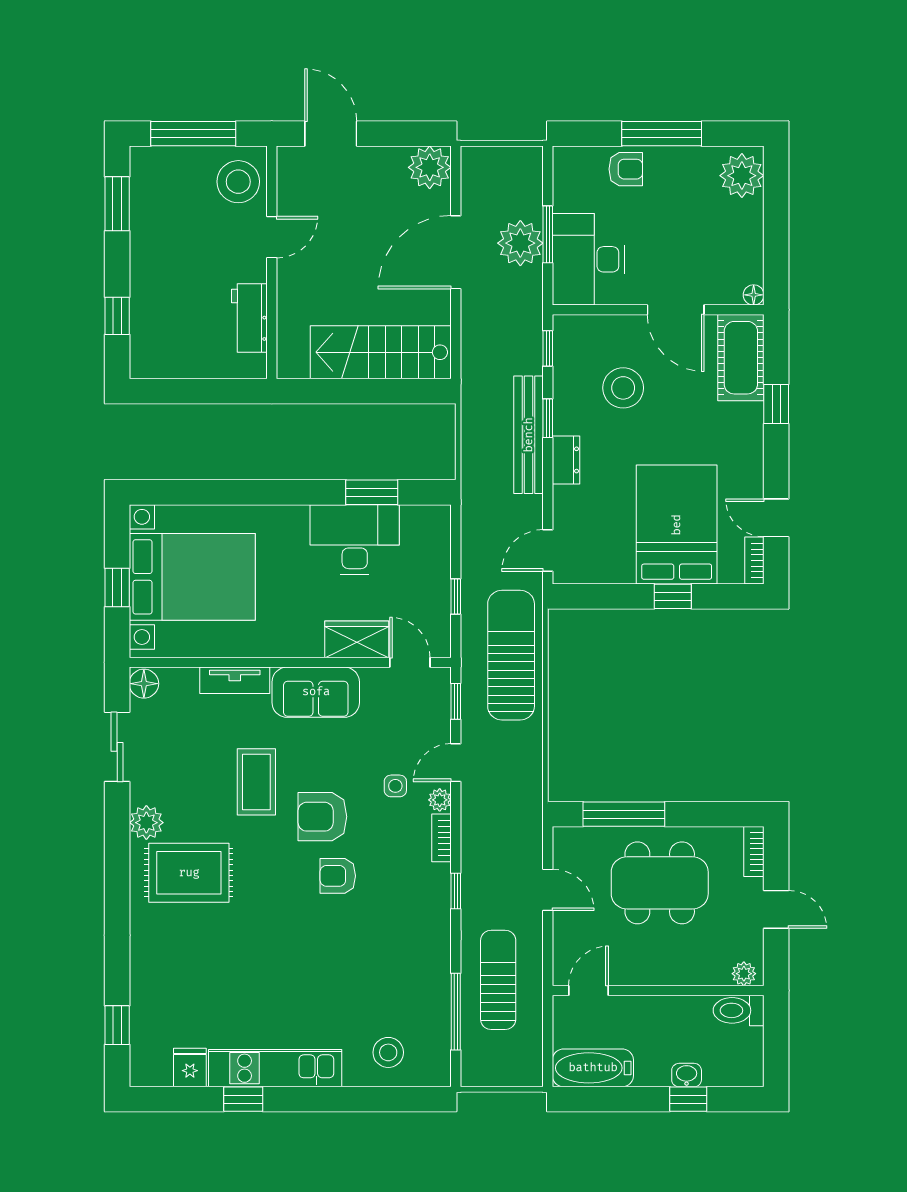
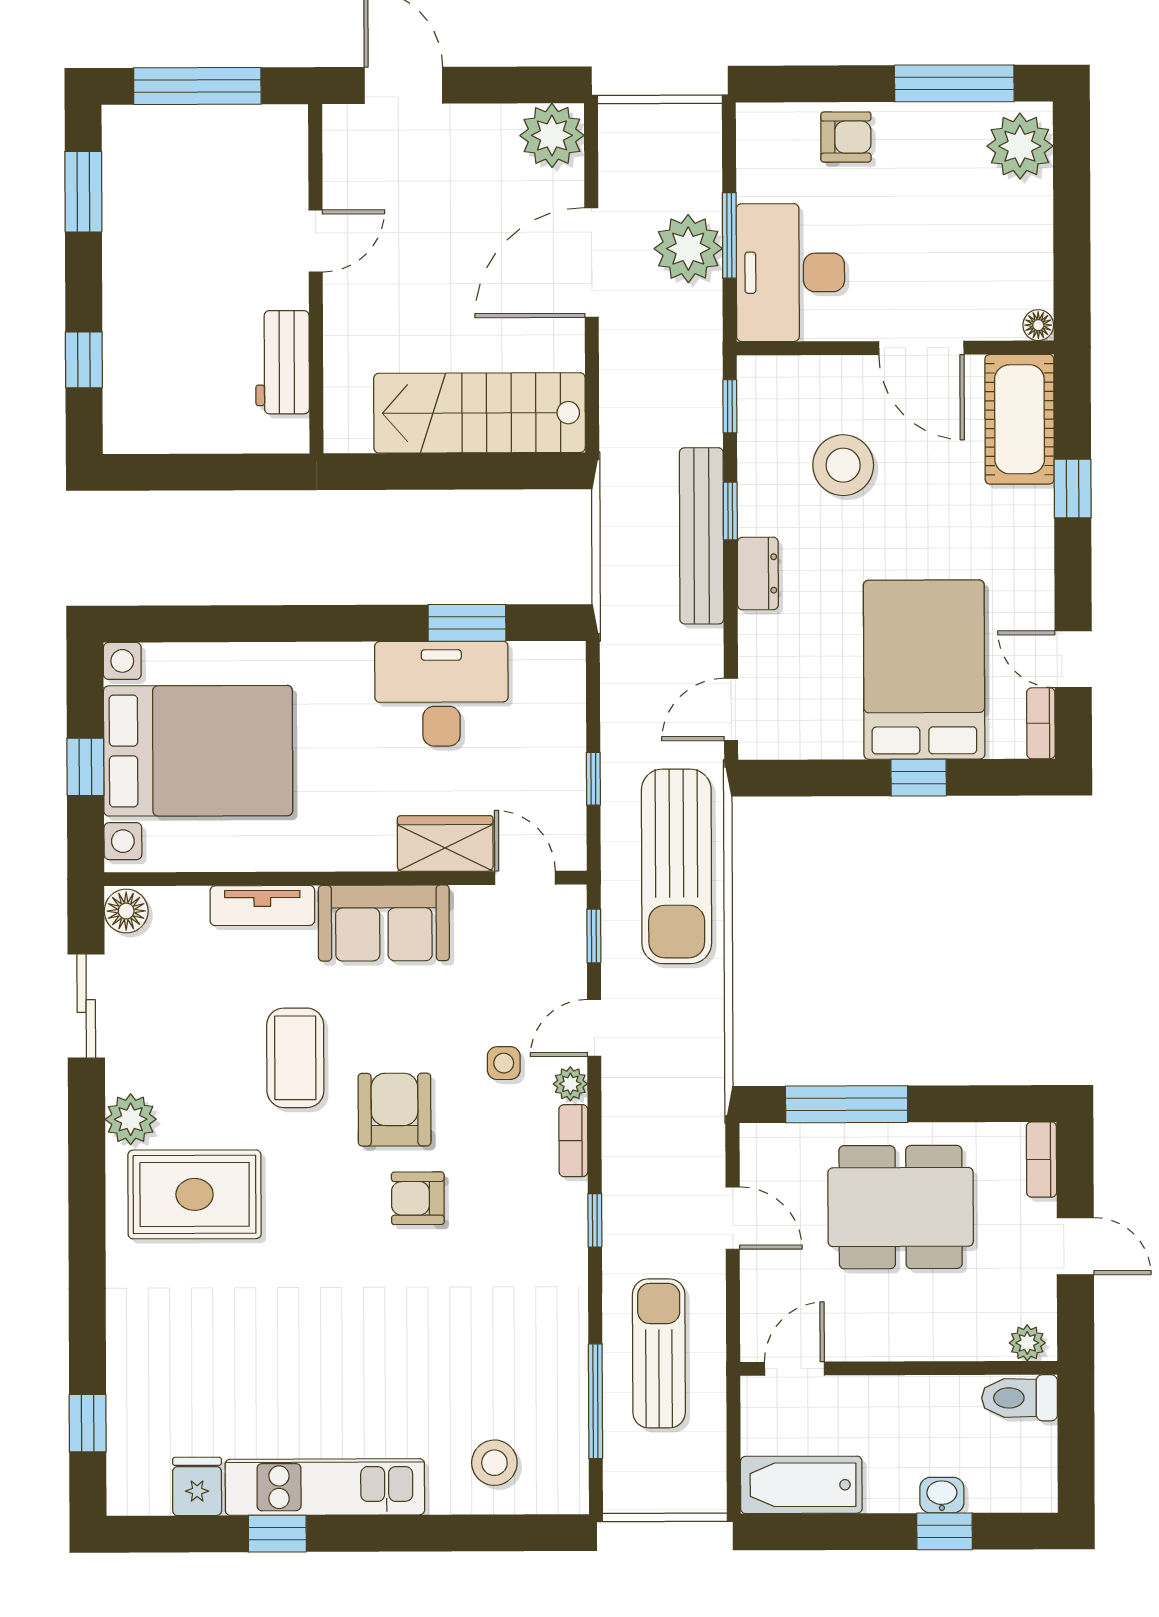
window: (662, 134) -> (954, 83), moved
stool: (238, 182) -> (265, 158), removed
sun lounger: (511, 655) -> (676, 866), turned 180
armchair: (322, 817) -> (395, 1110), turned 90

